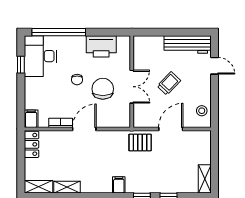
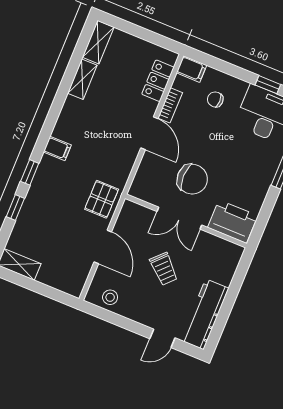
printer: (101, 46) -> (233, 222), moved, turned 90
chair: (77, 80) -> (215, 99), moved
locker: (32, 144) -> (158, 81), moved, turned 90

